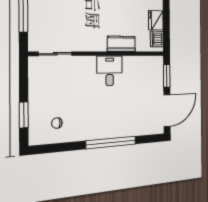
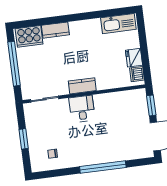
kitchen counter: (121, 44) -> (82, 86), moved
desk: (110, 71) -> (82, 109), moved
window: (24, 115) -> (24, 139), moved

